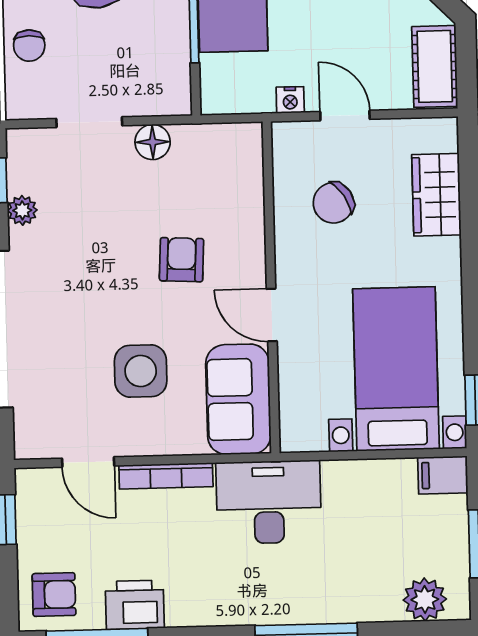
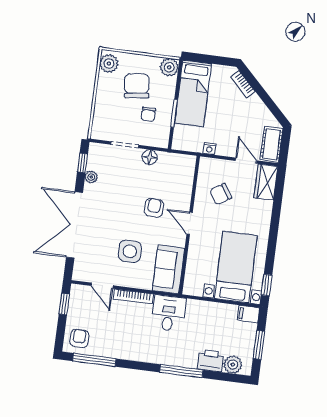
chair: (29, 46) -> (148, 114), moved
door: (345, 115) -> (246, 161), moved
wardrobe: (436, 195) -> (266, 182), moved
door: (272, 315) -> (190, 223), moved
desk: (269, 502) -> (169, 313), width x0.73
armchair: (54, 595) -> (79, 338), turned -90
printer: (135, 605) -> (210, 361), moved

